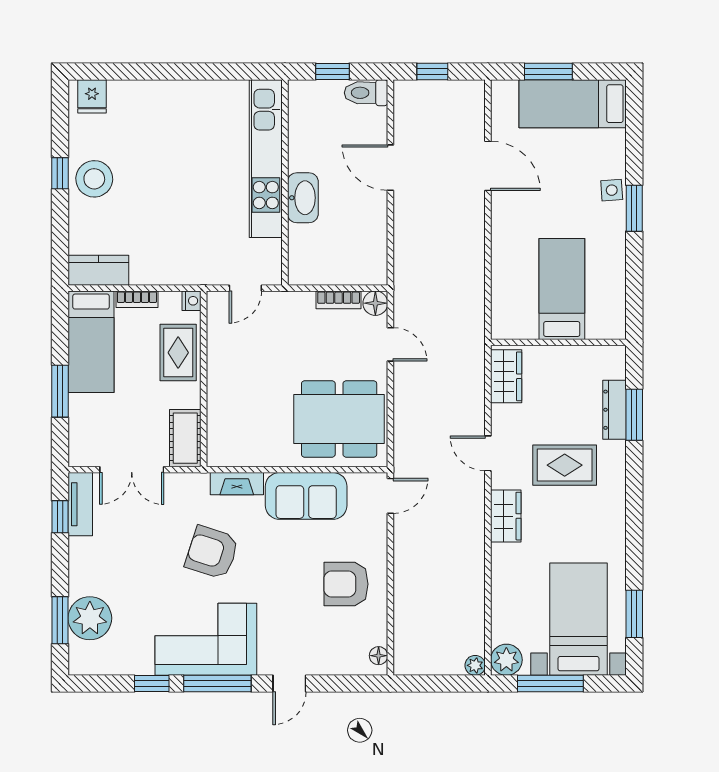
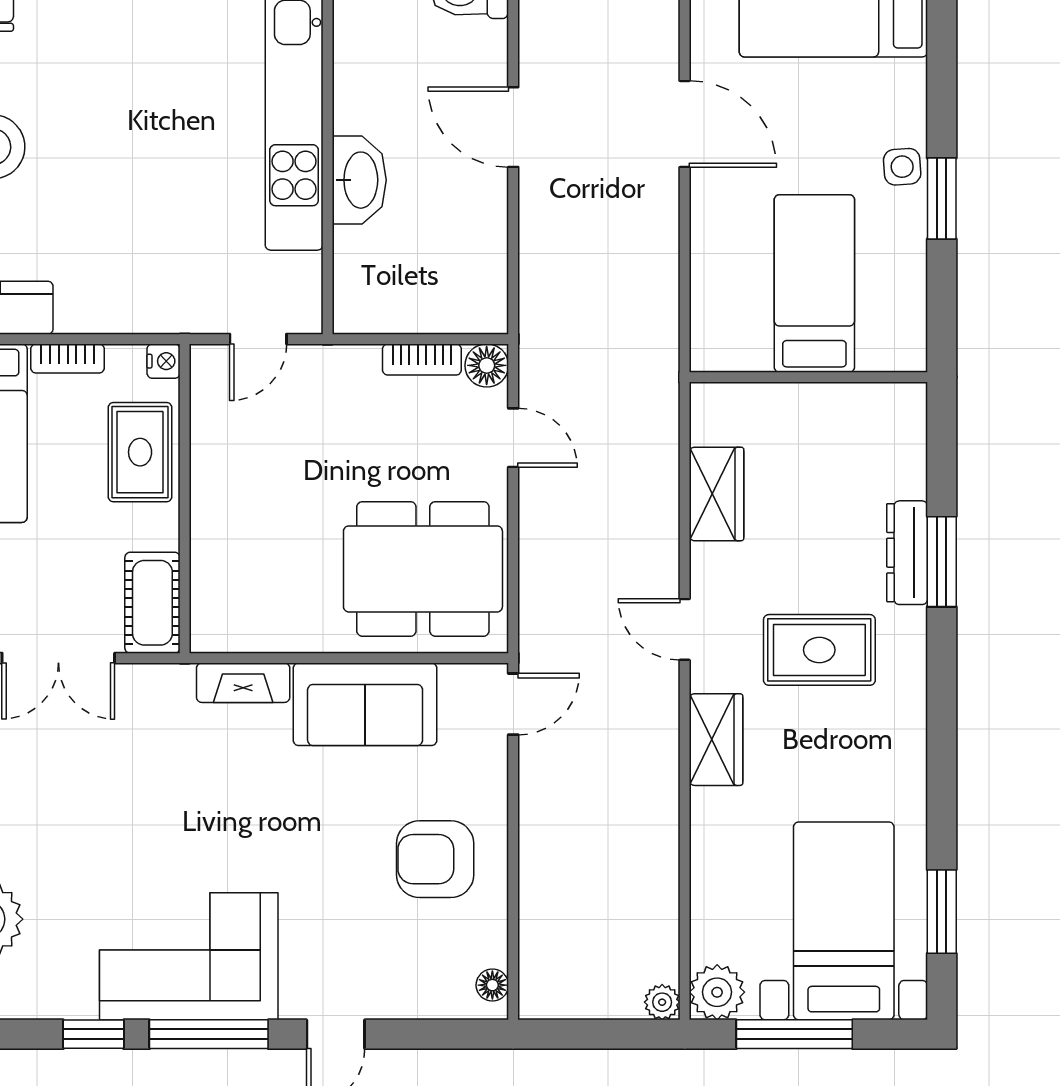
bed: (562, 289) -> (814, 283), moved
wall: (558, 342) -> (808, 377), moved
armchair: (212, 552) -> (199, 804), removed

